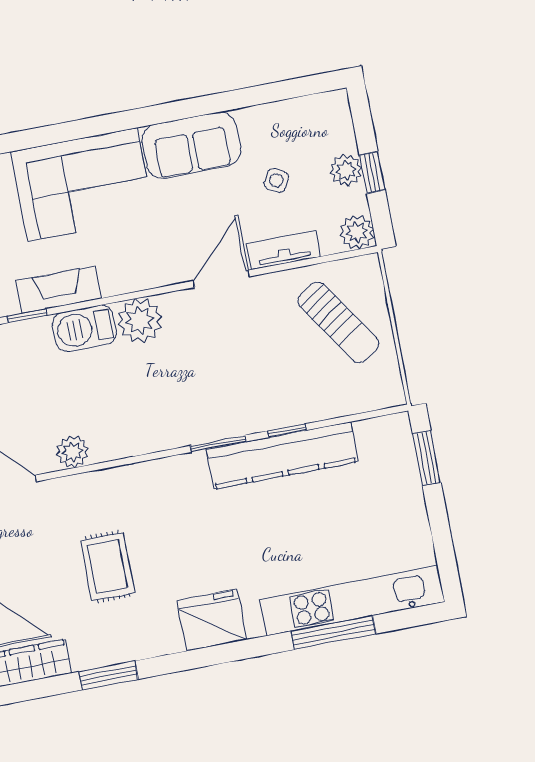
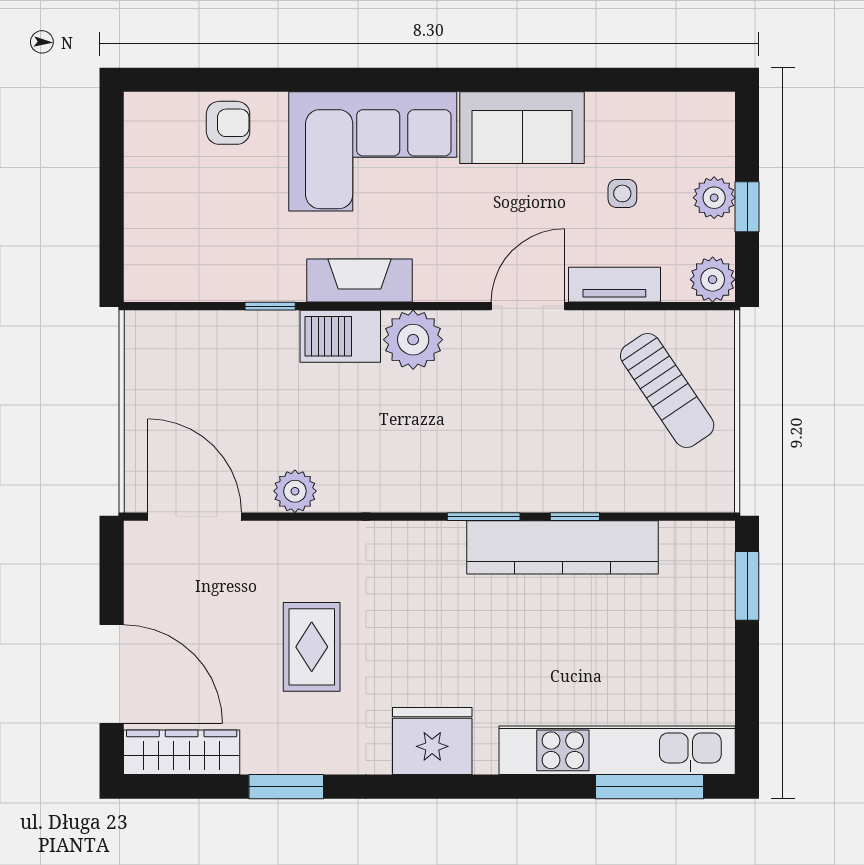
side table: (276, 180) -> (622, 193), turned -31
fireplace: (58, 290) -> (360, 280), moved
window: (333, 633) -> (650, 787), moved

